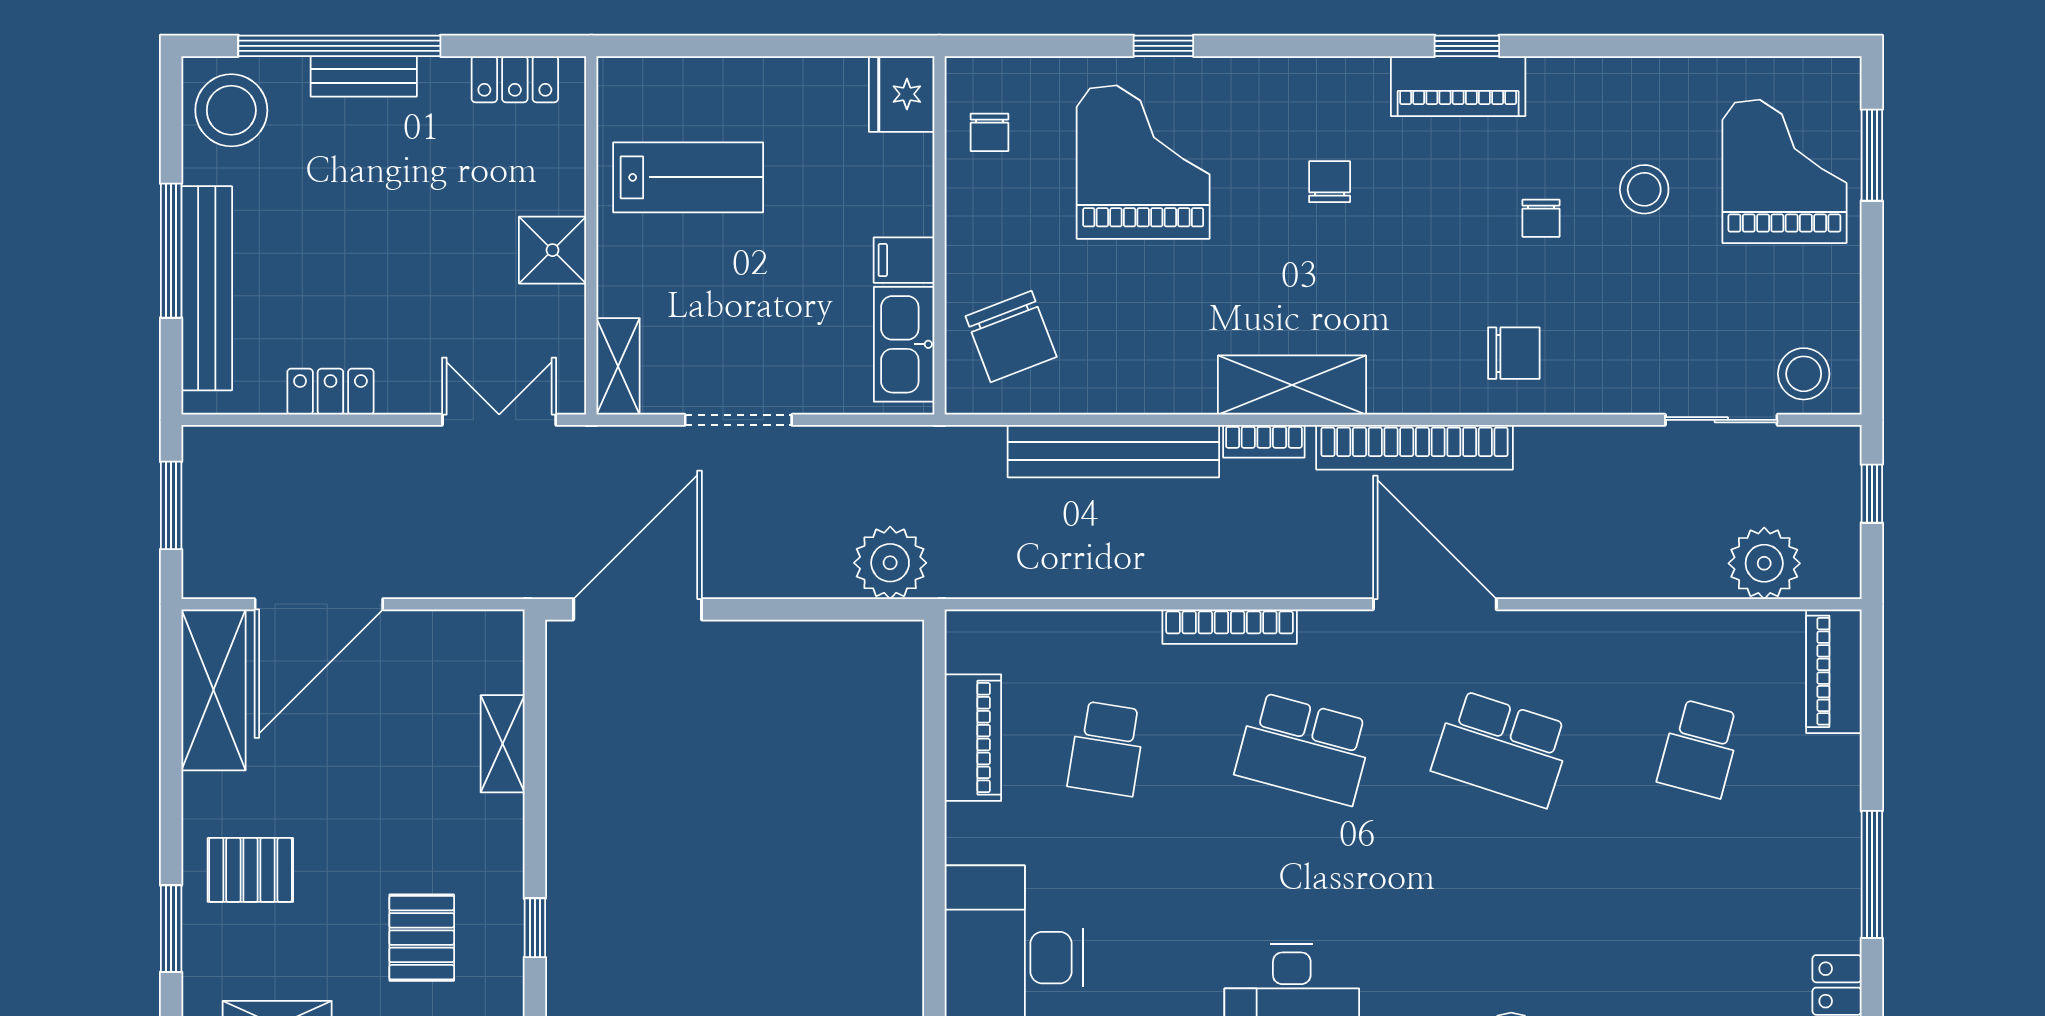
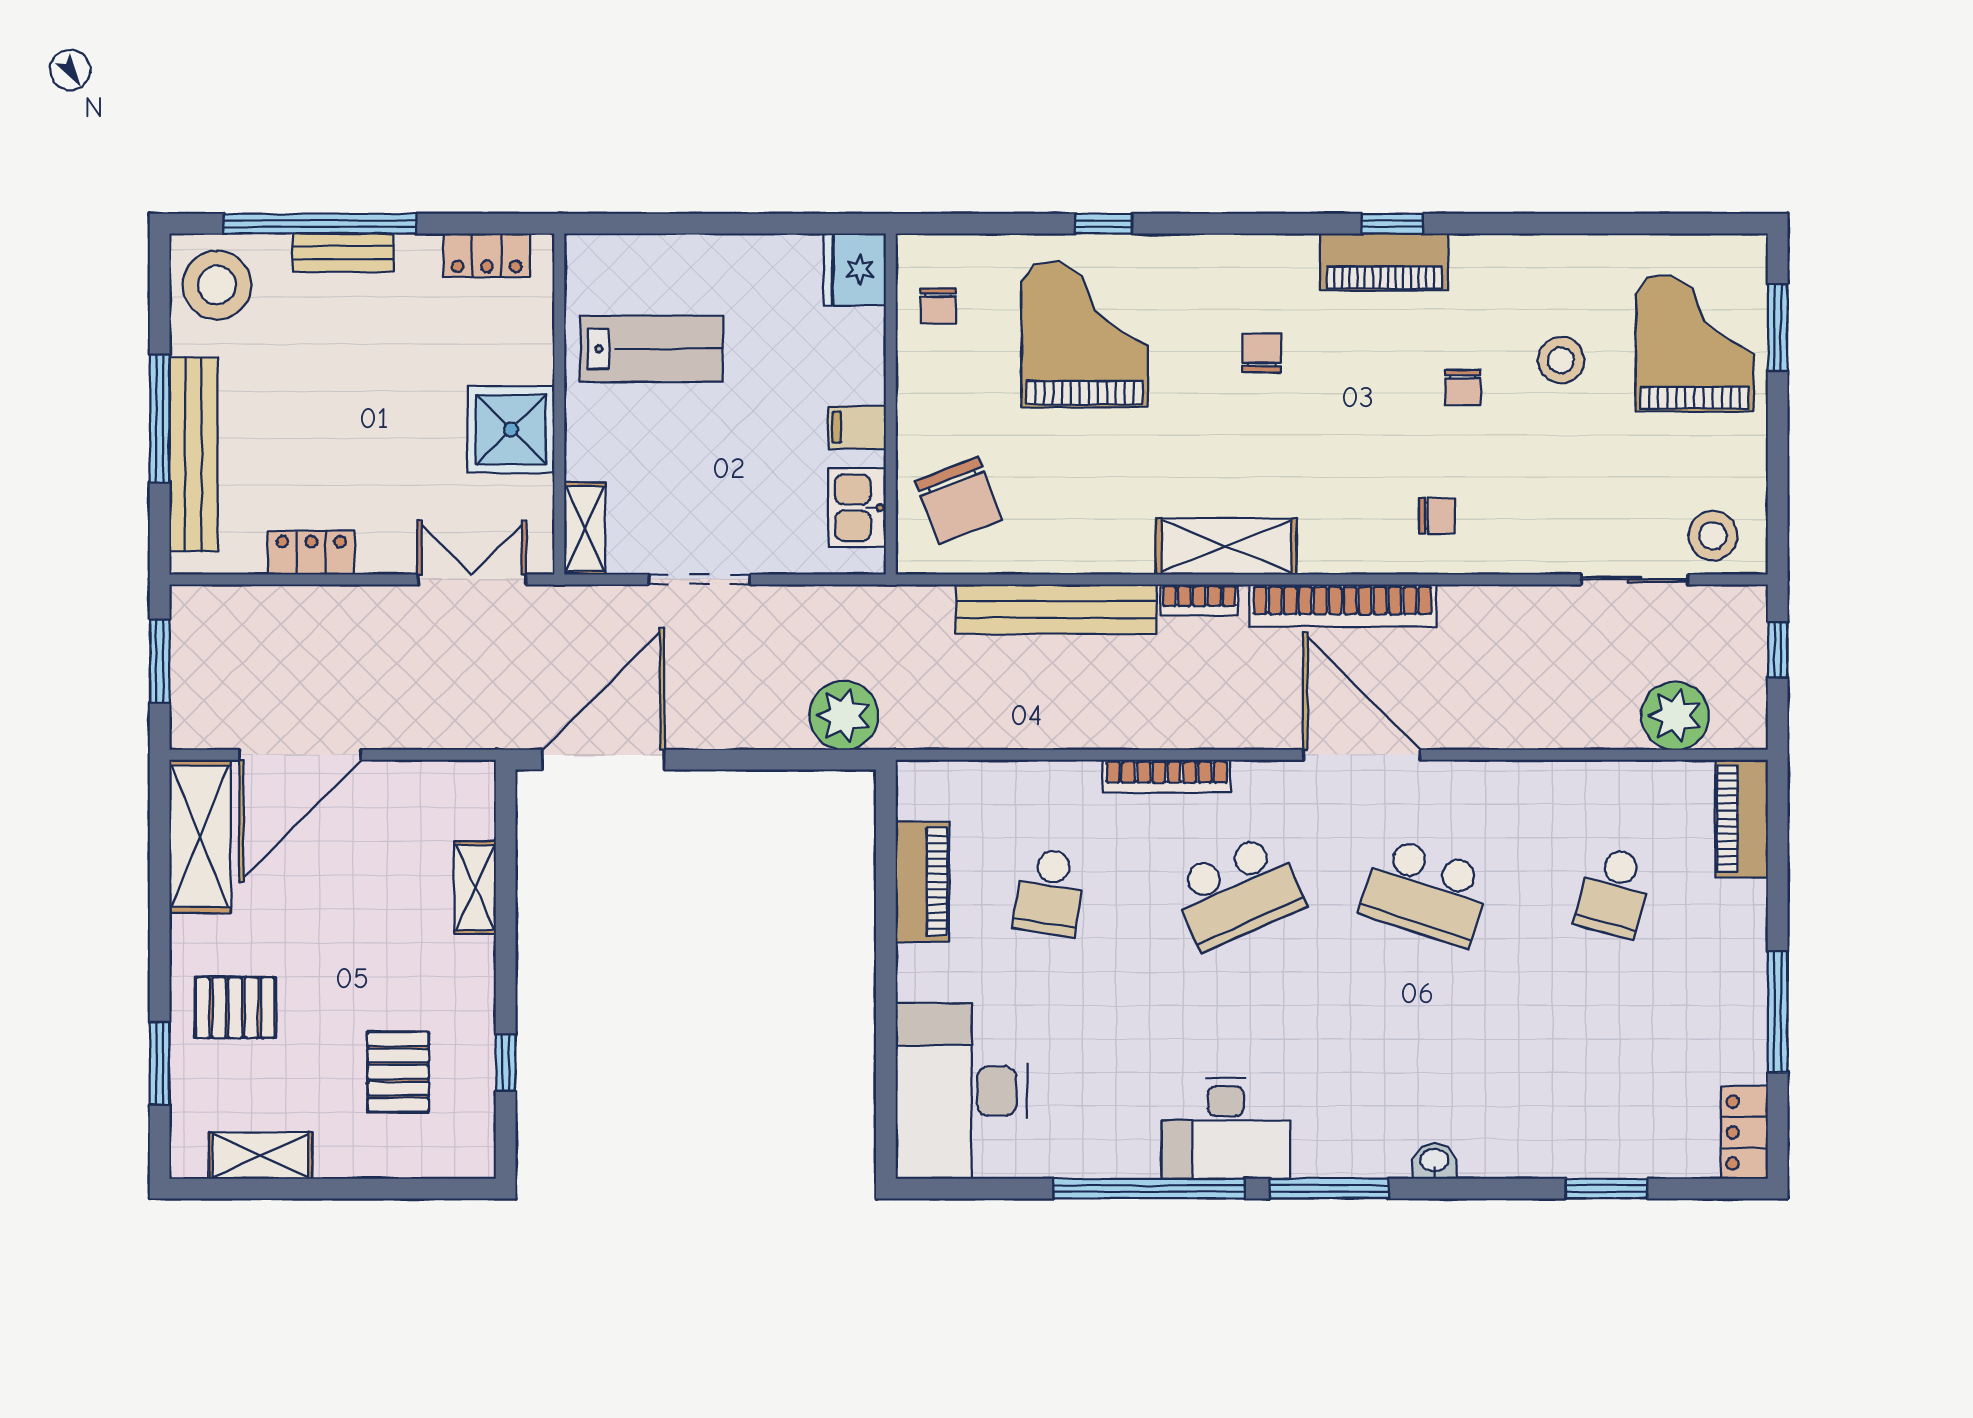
shower: (553, 250) -> (511, 430), width x1.36, depth x1.36
kitchen sink: (904, 344) -> (857, 508), width x0.73
chair: (1514, 353) -> (1437, 516), width x0.73, depth x0.73
school desk: (1304, 749) -> (1238, 892), turned -39

